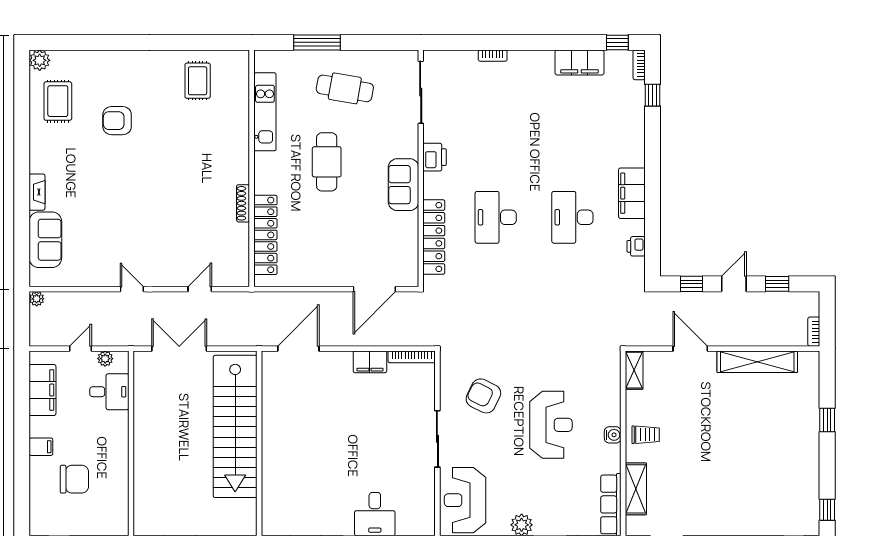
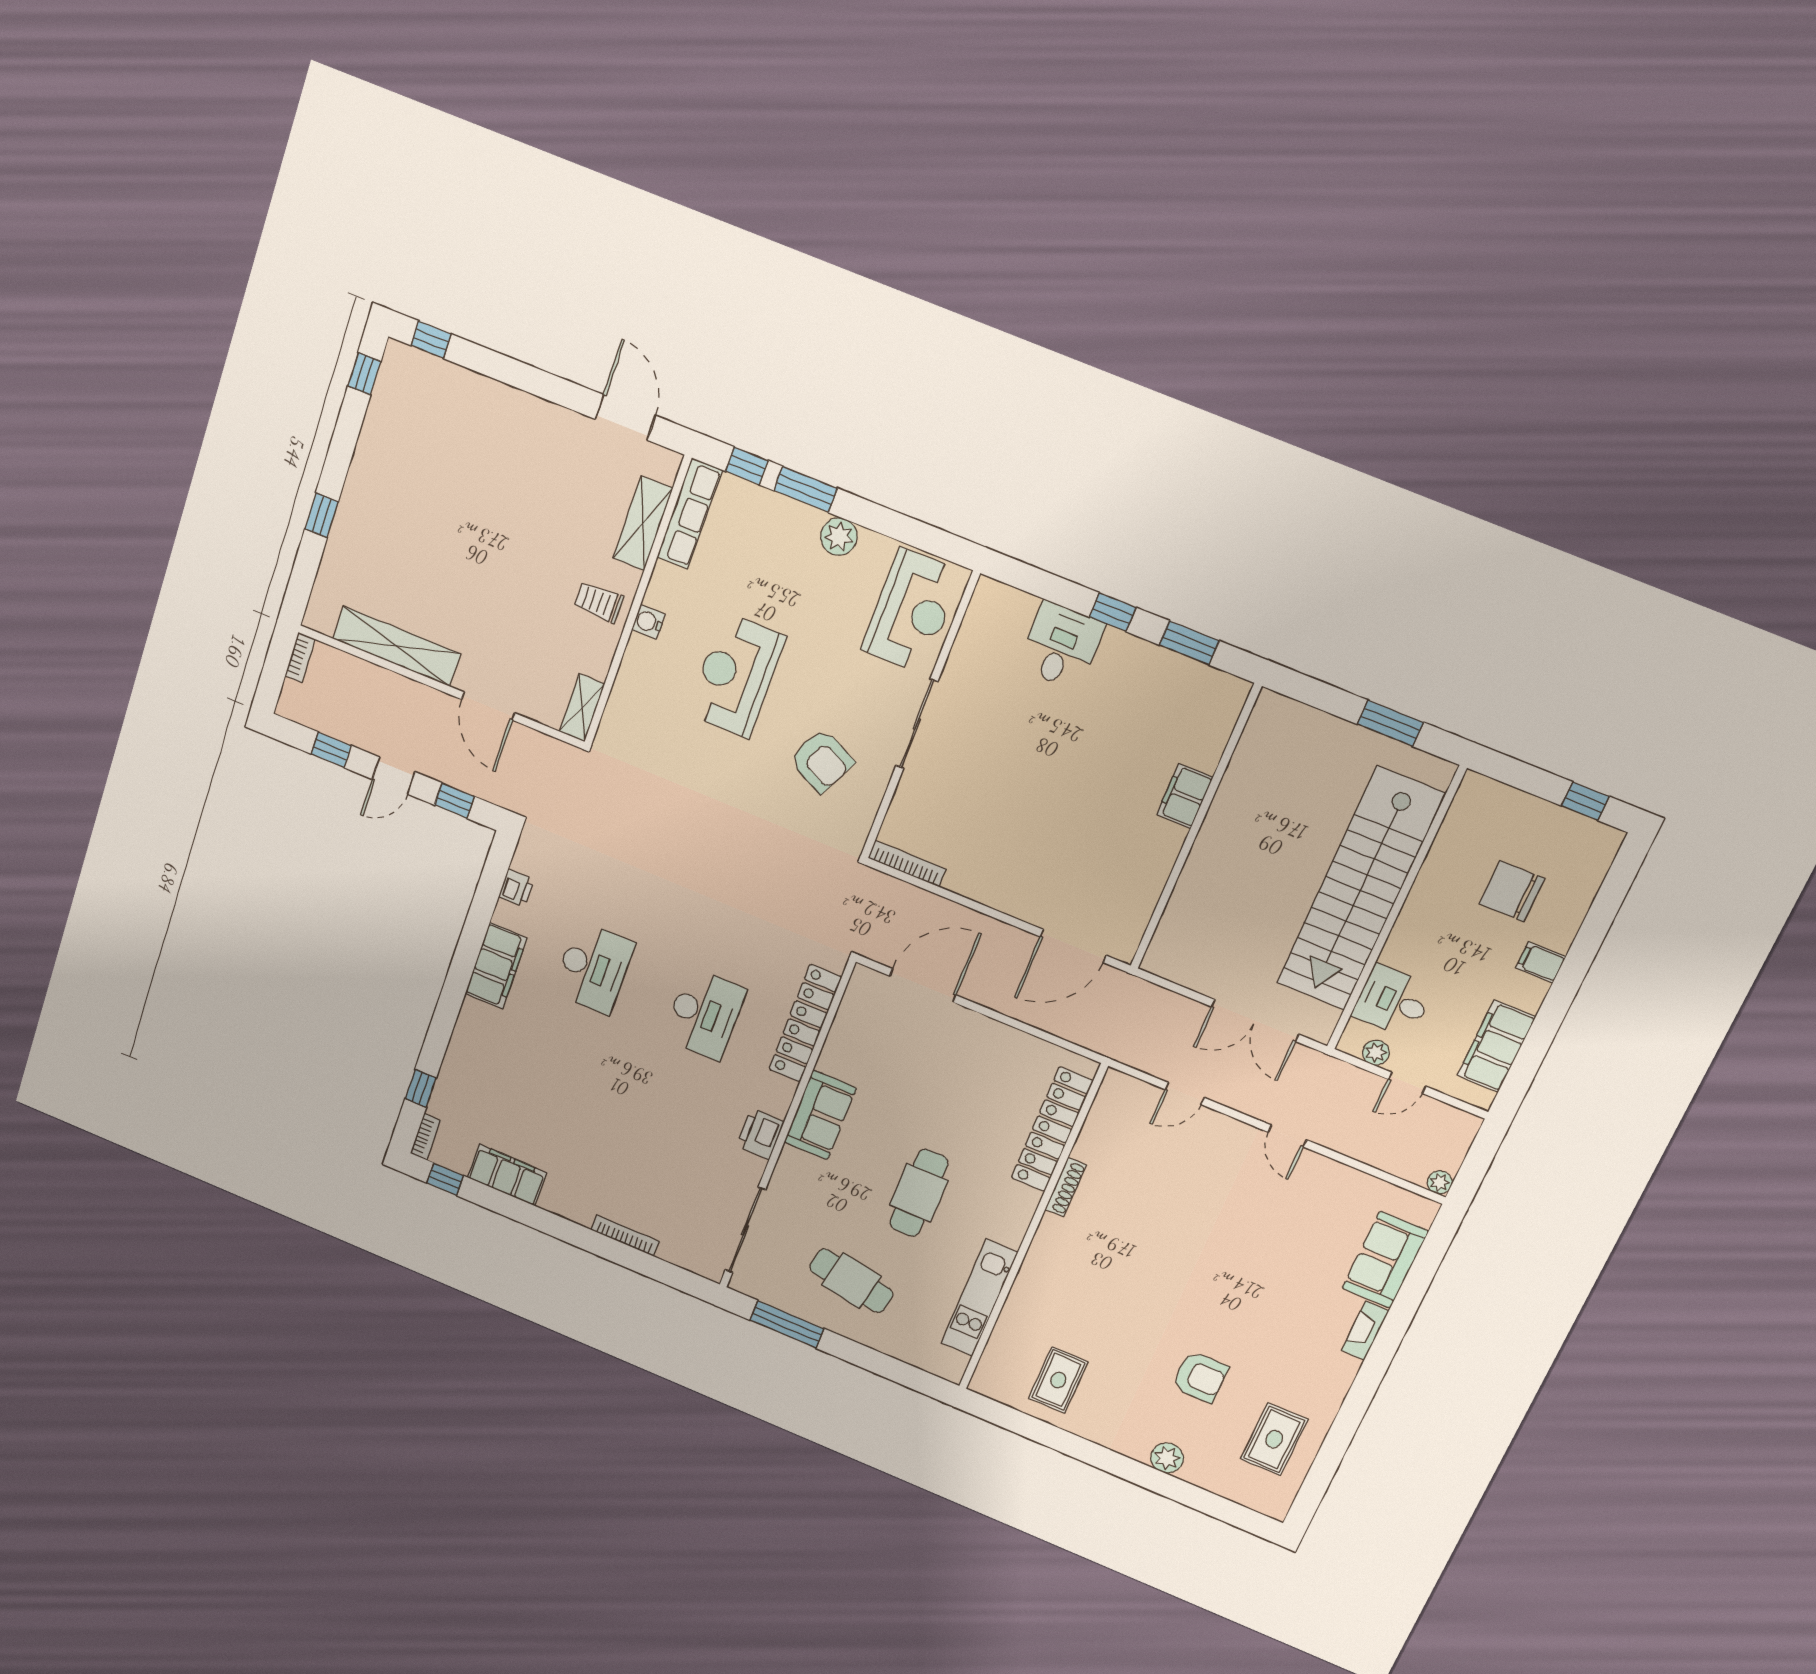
window: (317, 42) -> (787, 1324), moved
bookcase: (493, 56) -> (625, 1236), width x1.56
plant: (40, 60) -> (1167, 1458), moved
filing cabinet: (370, 362) -> (1185, 796), moved, turned -90
stairs: (235, 426) -> (1360, 889), moved, turned 180

